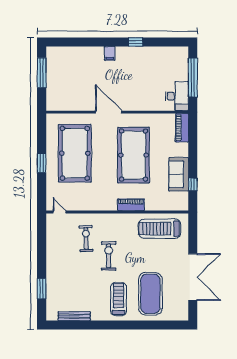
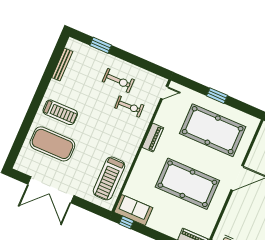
sofa: (179, 174) -> (133, 210), moved
window: (193, 184) -> (126, 222), moved
piano: (131, 205) -> (153, 138), moved
treadmill: (160, 229) -> (109, 178), turned 180
exercise bike: (109, 256) -> (118, 81), moved

